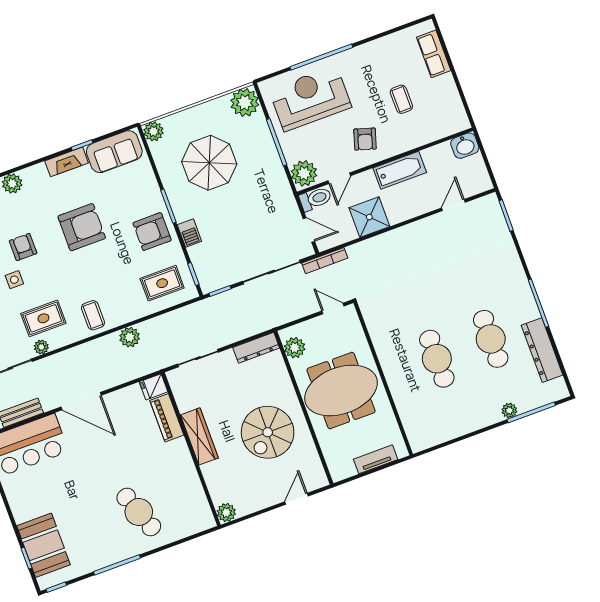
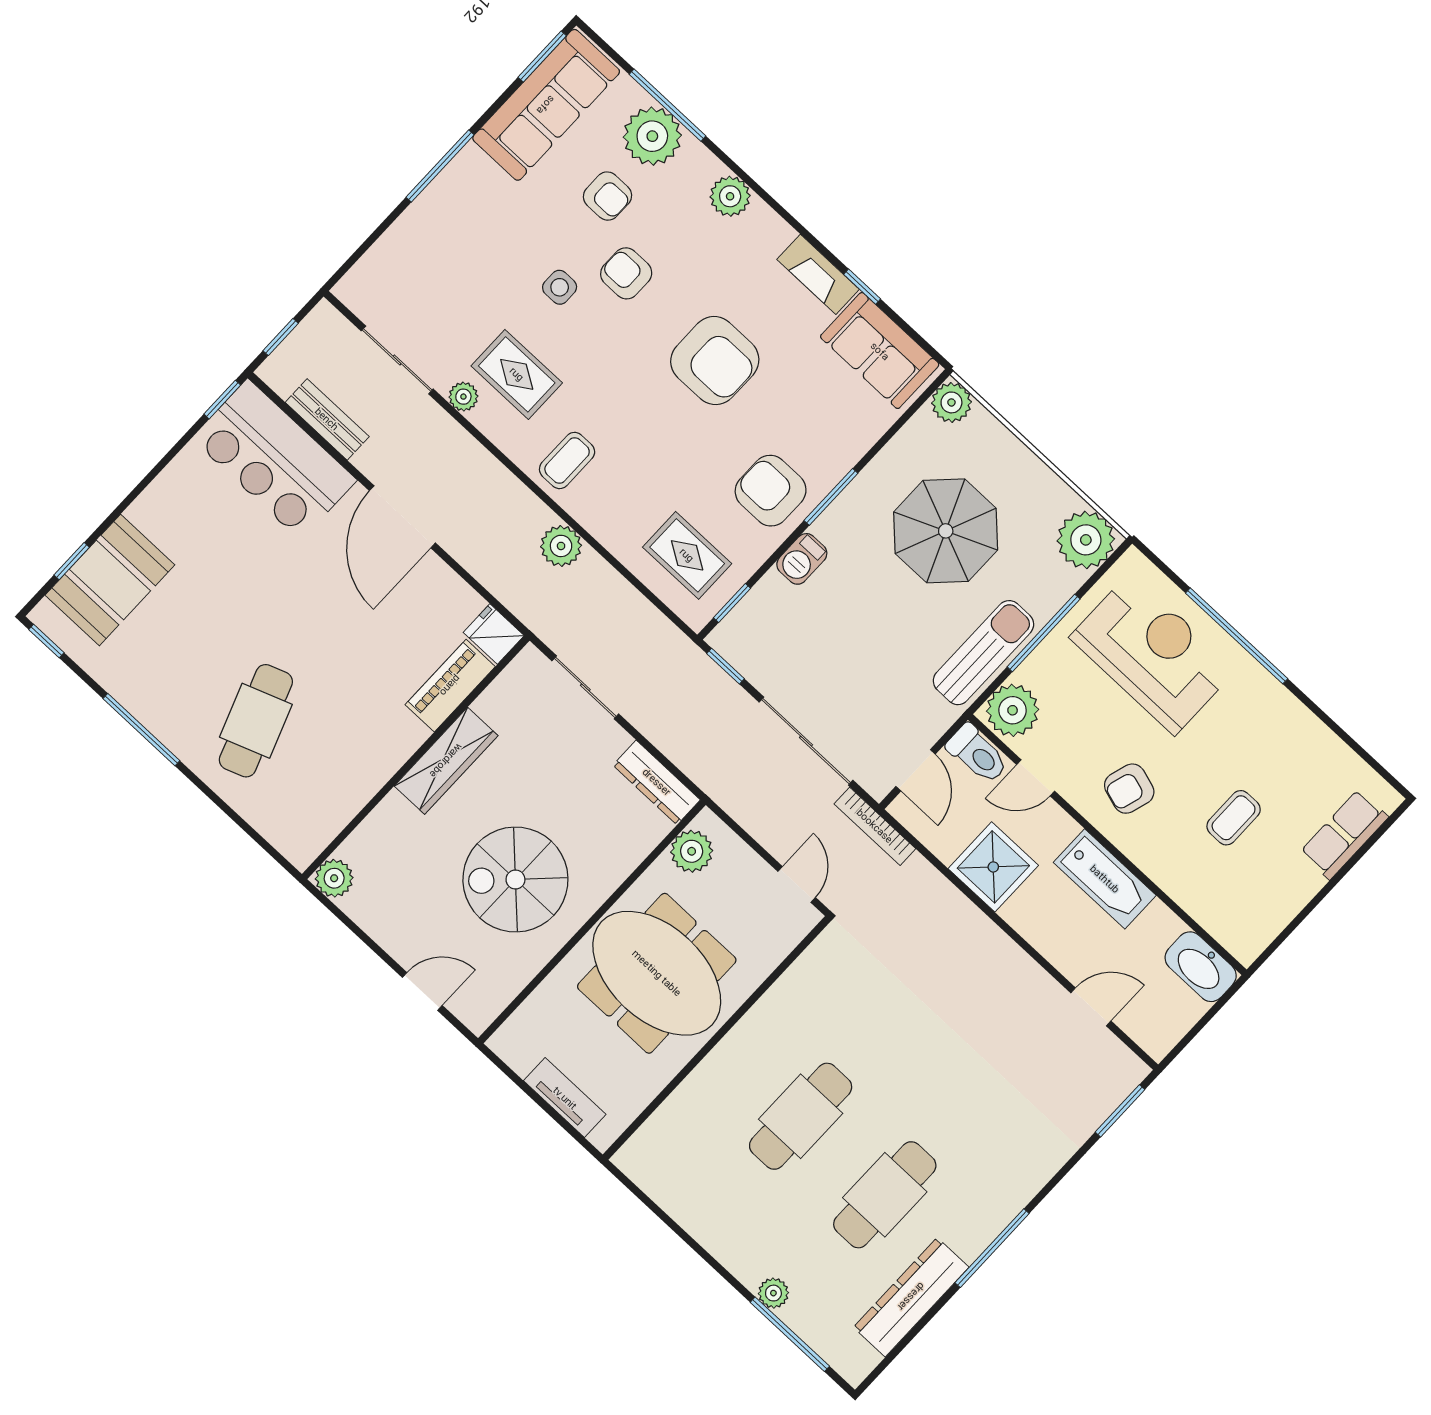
washbasin: (465, 146) -> (1201, 967), width x1.38
sun lounger: (272, 173) -> (983, 653), added
armchair: (23, 247) -> (626, 273), turned -90

